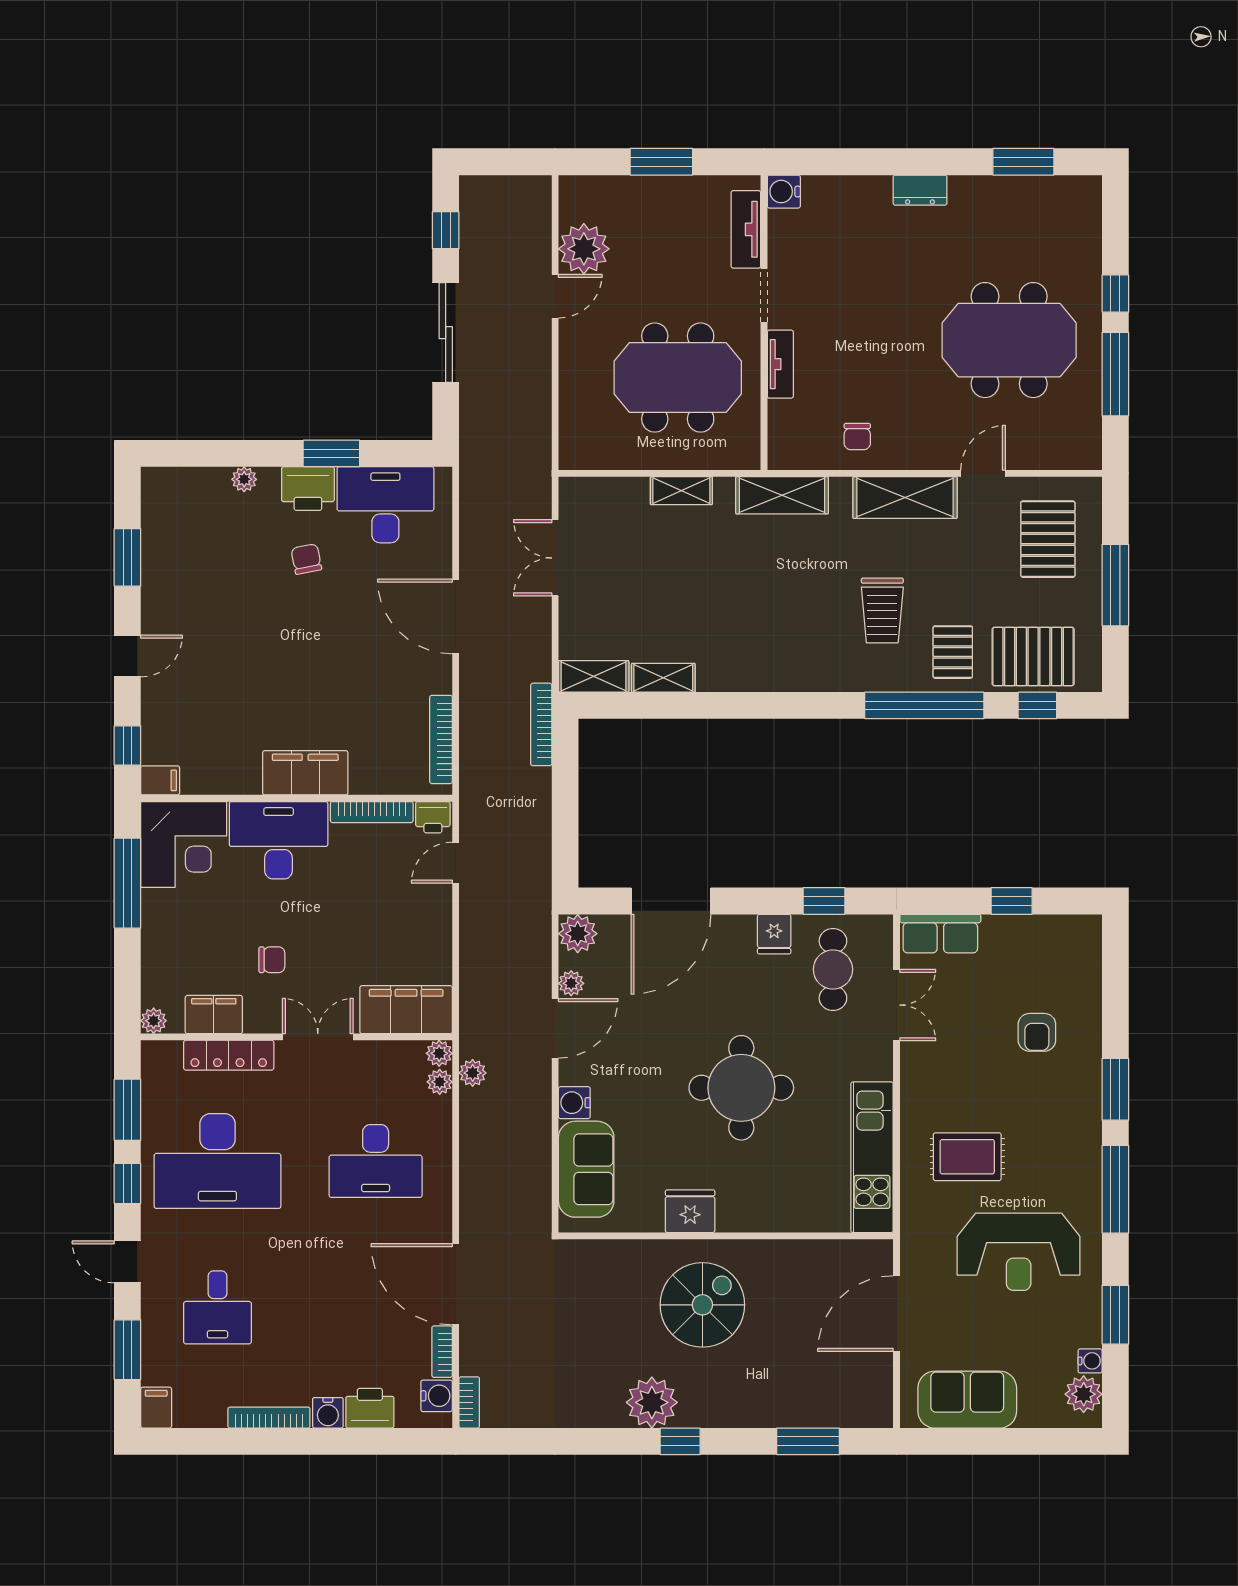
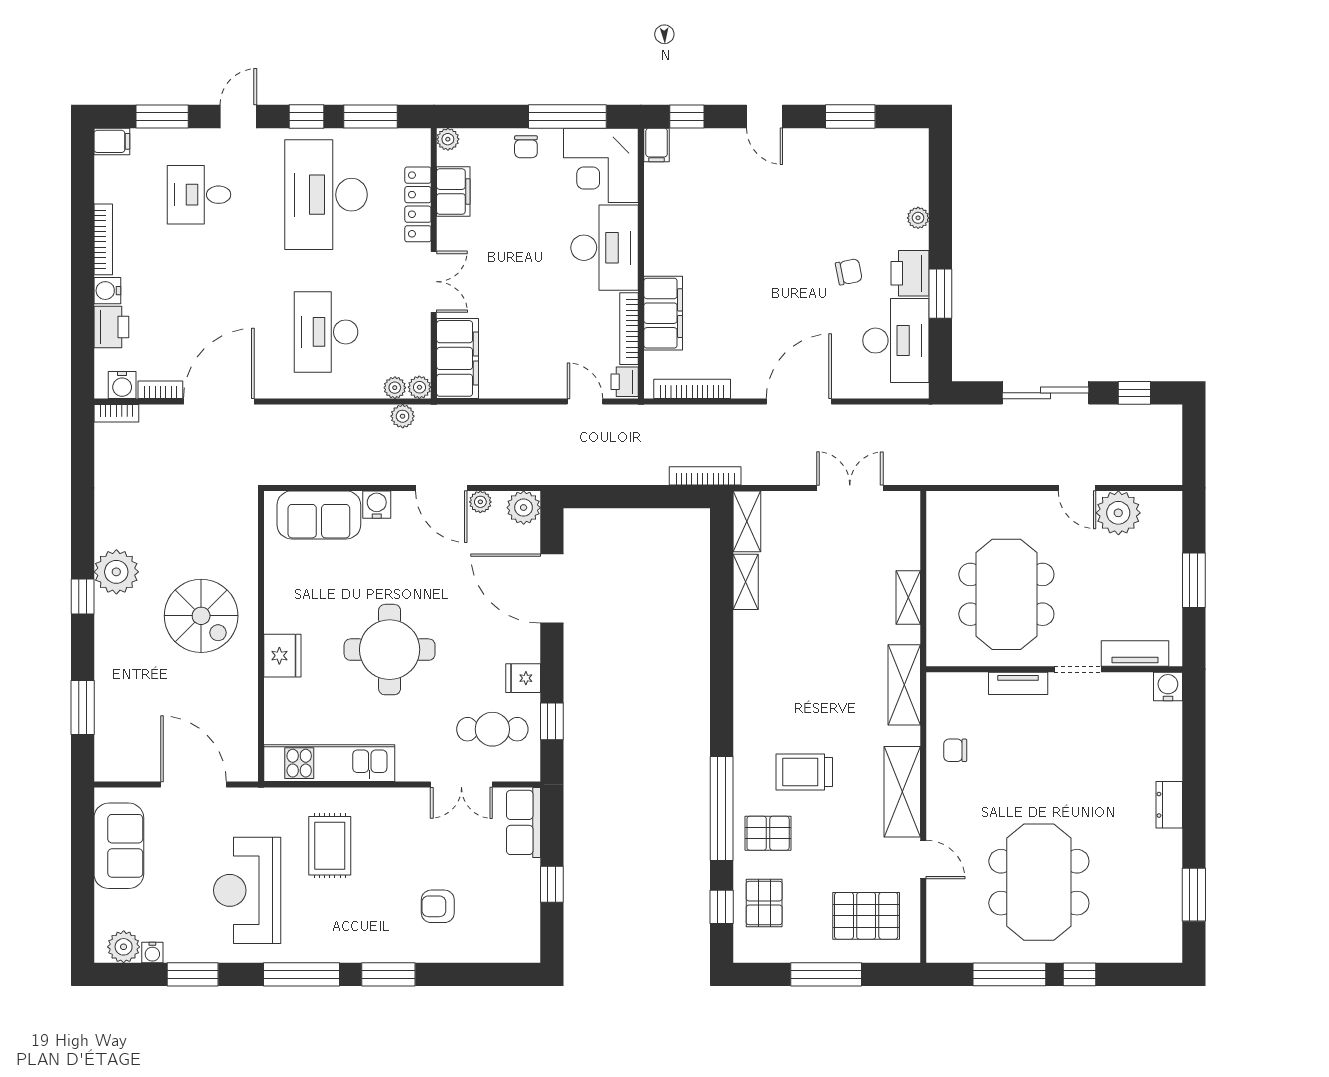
pallet: (1033, 656) -> (764, 903), width x0.67, depth x0.71
filing cabinet: (305, 773) -> (663, 313), moved
chair: (272, 960) -> (526, 147), moved
fridge: (690, 1211) -> (282, 656), moved

